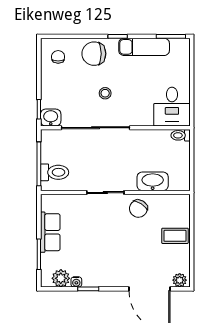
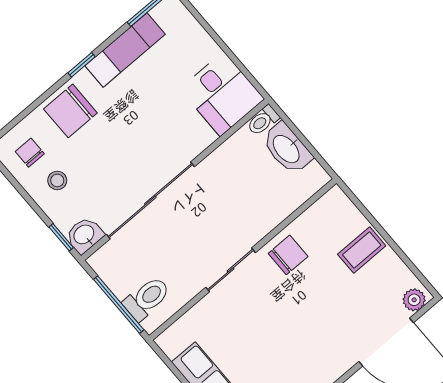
stool: (105, 93) -> (57, 180), moved
washbasin: (153, 181) -> (287, 148), moved, turned -90
chair: (138, 209) -> (288, 255), turned -123

